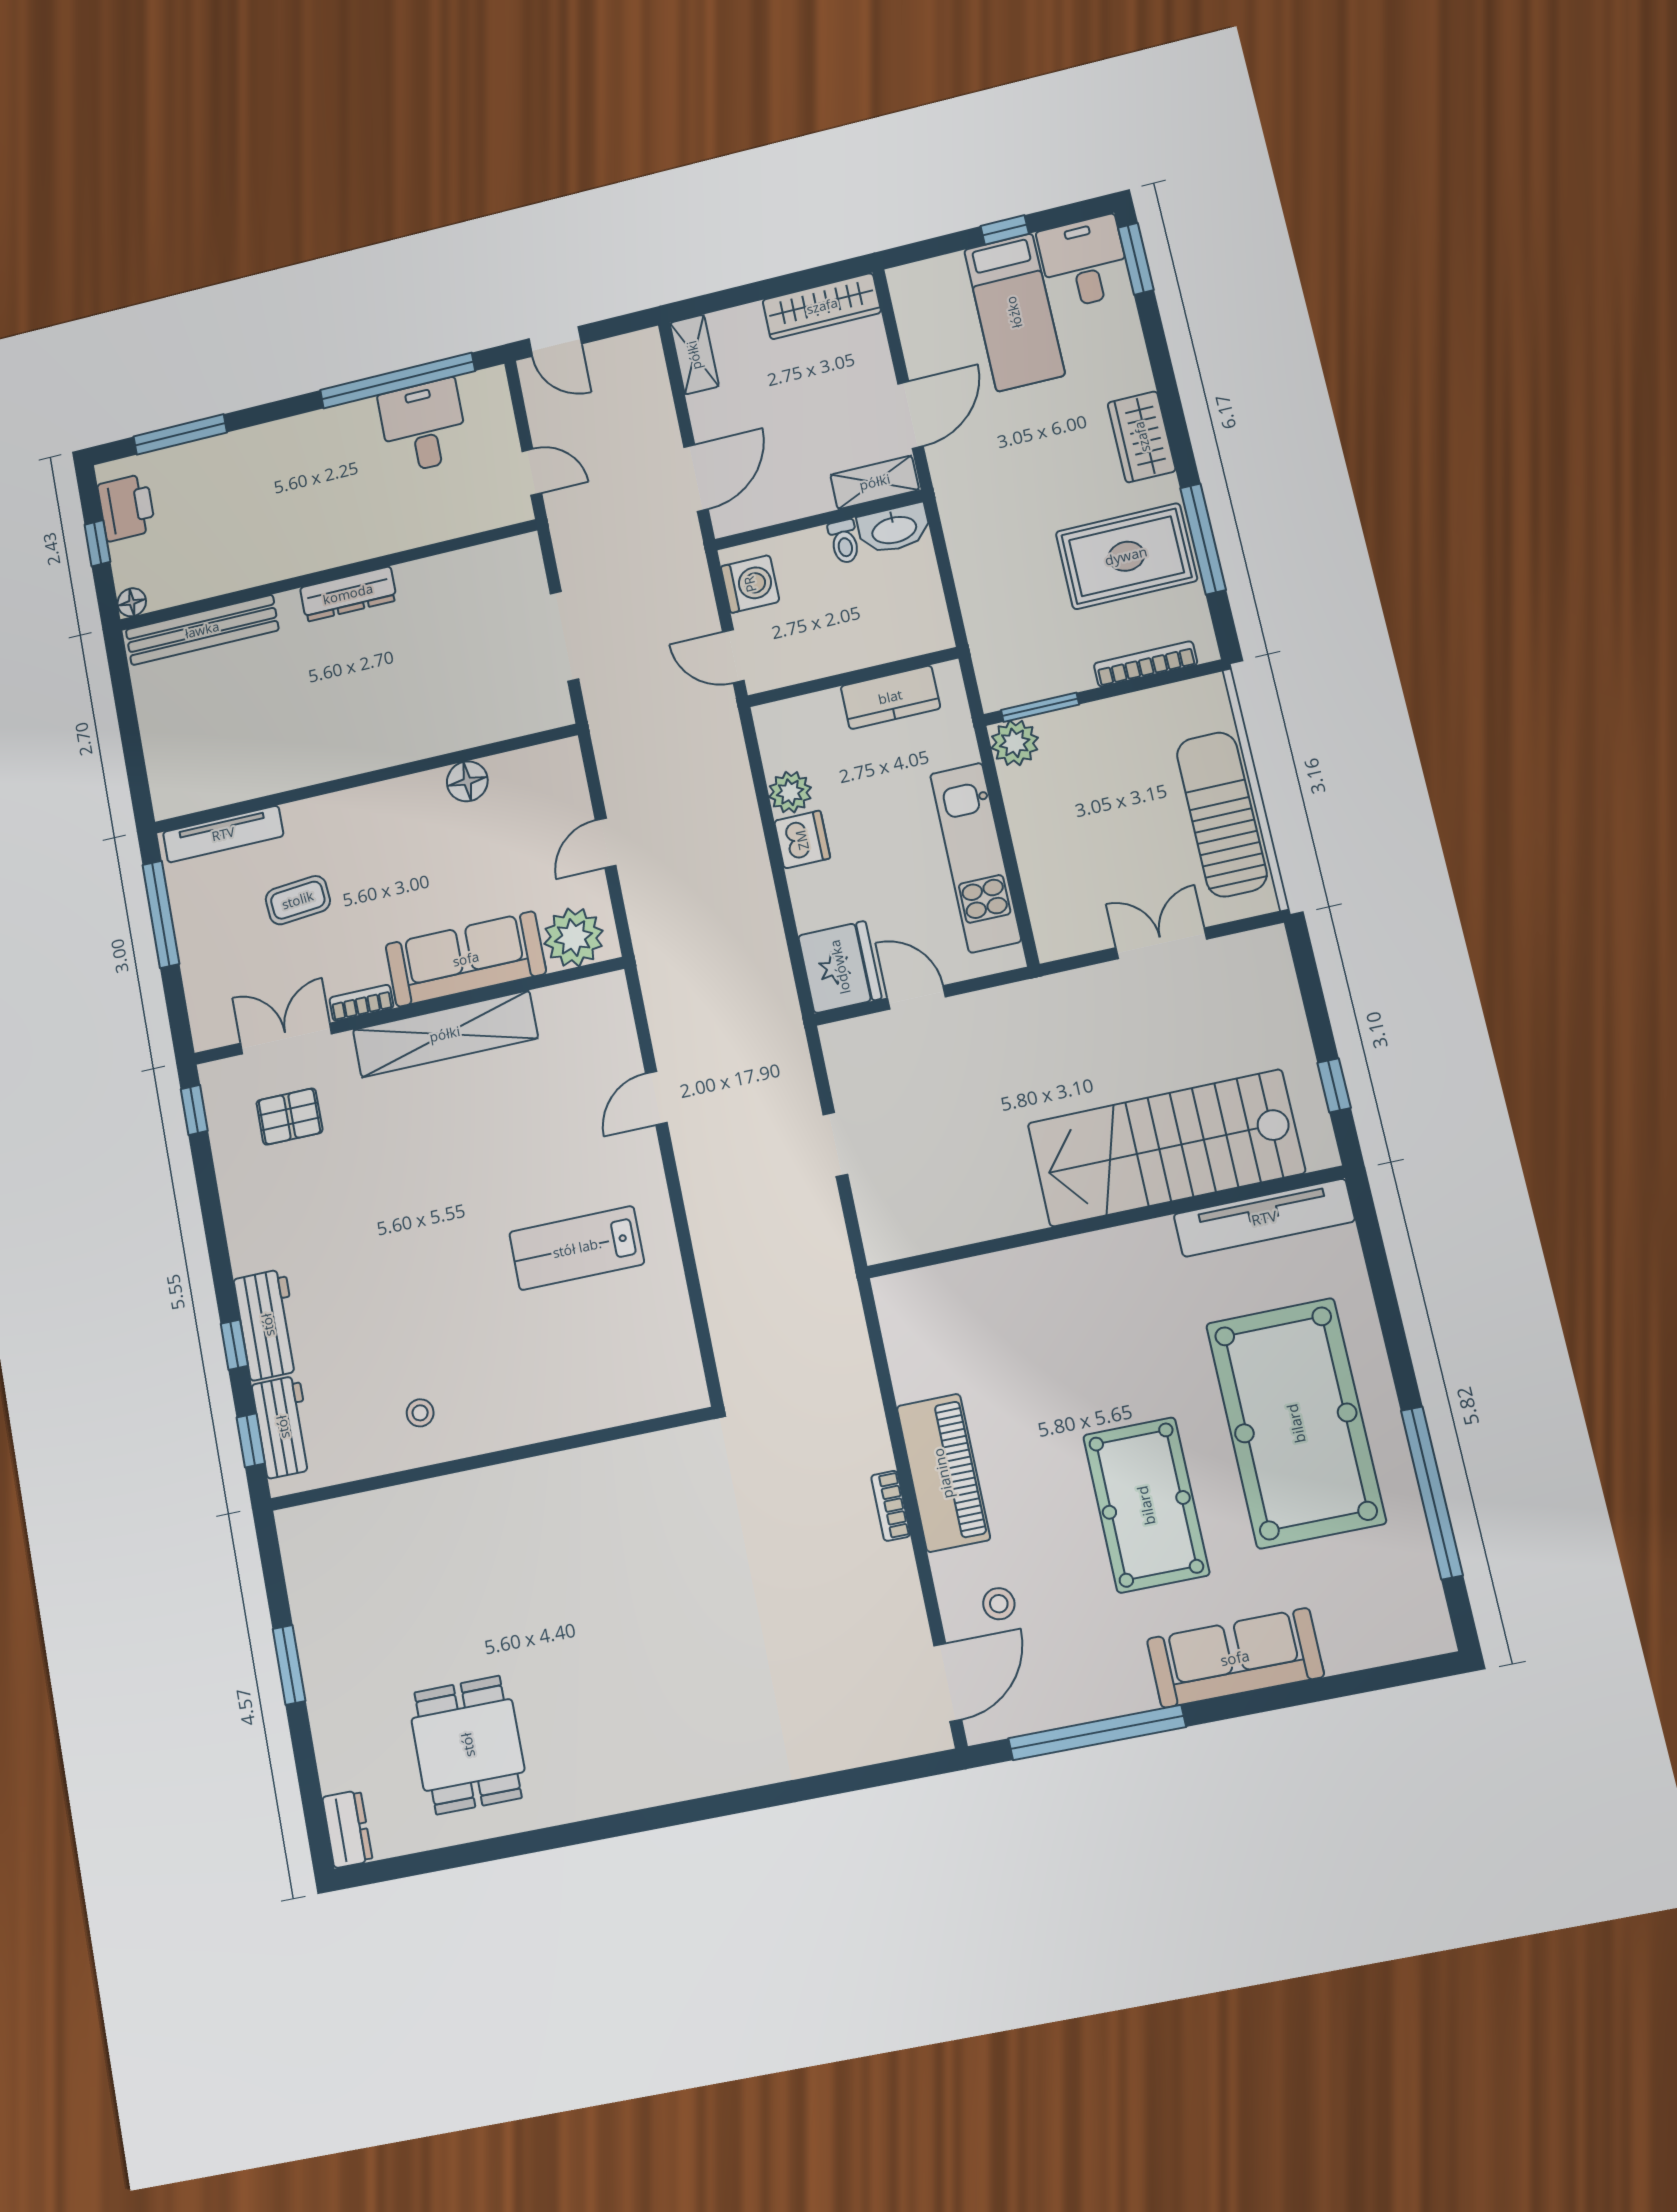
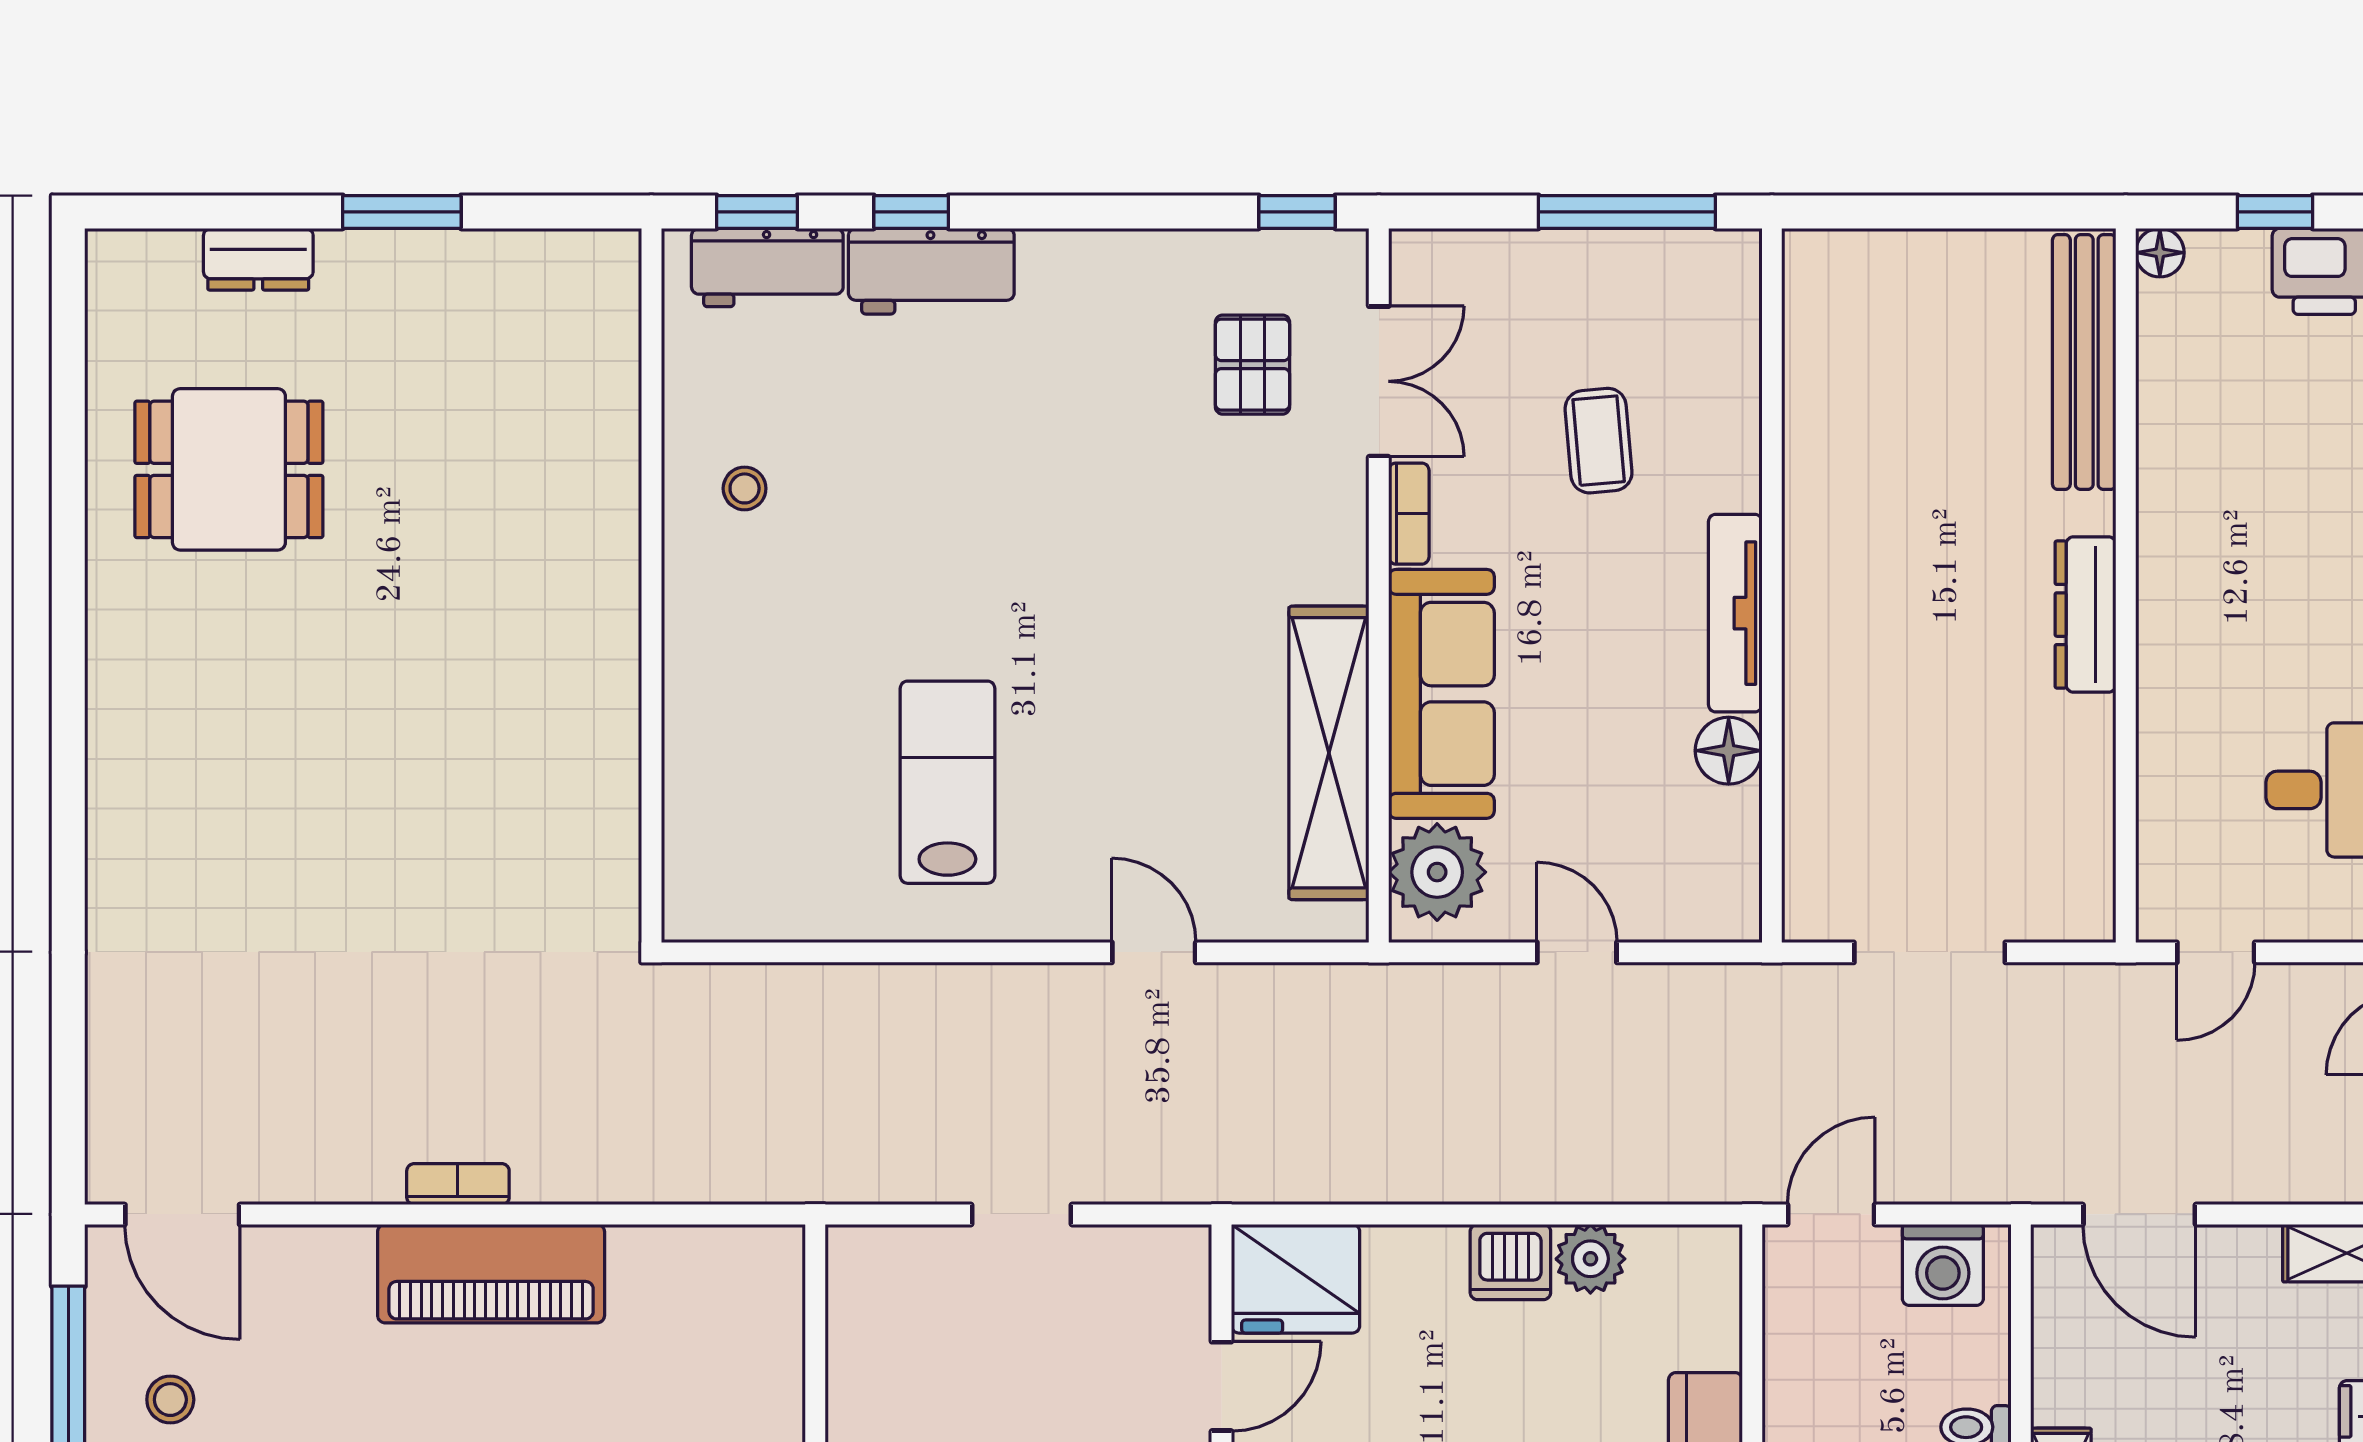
tv unit: (223, 834) -> (1735, 613), moved
shelving: (445, 1034) -> (1329, 753), moved
stool: (999, 1604) -> (170, 1400), moved
dresser: (347, 1829) -> (258, 259), moved

